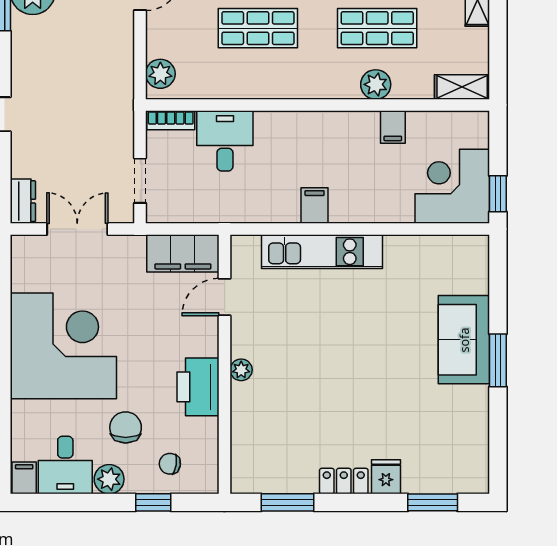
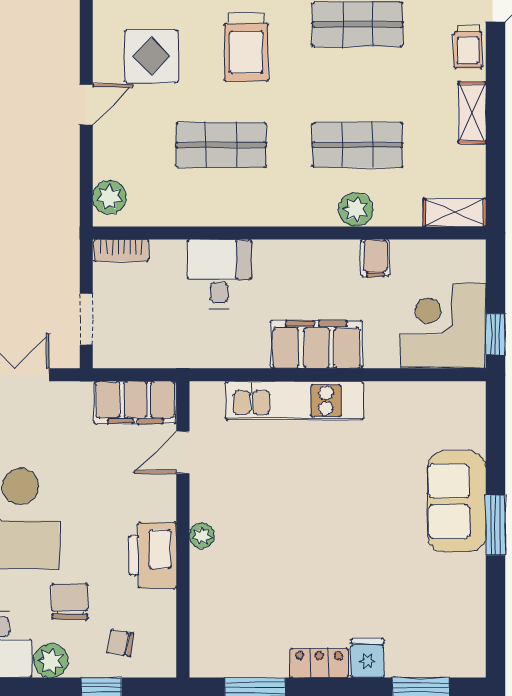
desk: (225, 141) -> (219, 274), moved
filing cabinet: (315, 206) -> (316, 344), width x3.00, depth x1.17

